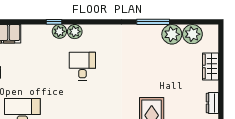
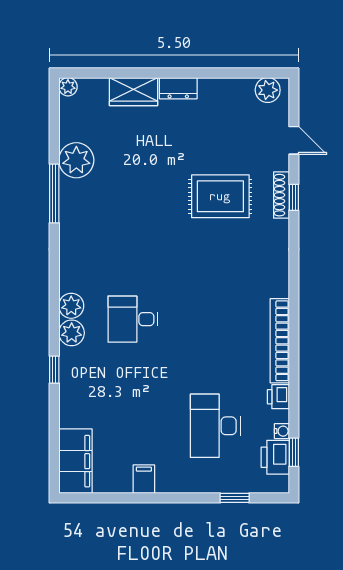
plant: (59, 31) -> (71, 306), moved
plant: (192, 34) -> (68, 87), moved, width x0.53, depth x0.53
dresser: (212, 103) -> (178, 88), moved

